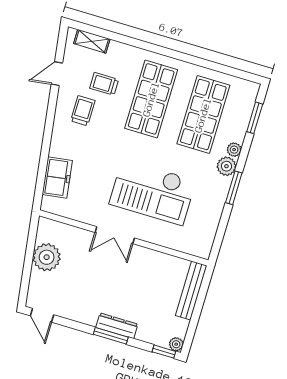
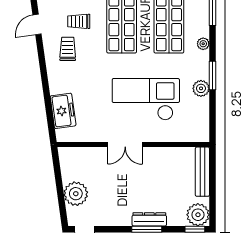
plant: (226, 166) -> (201, 88), moved
checkout: (152, 192) -> (146, 99), turned 180
plant: (47, 257) -> (76, 194), moved
plant: (176, 344) -> (198, 215), width x1.88, depth x1.88

